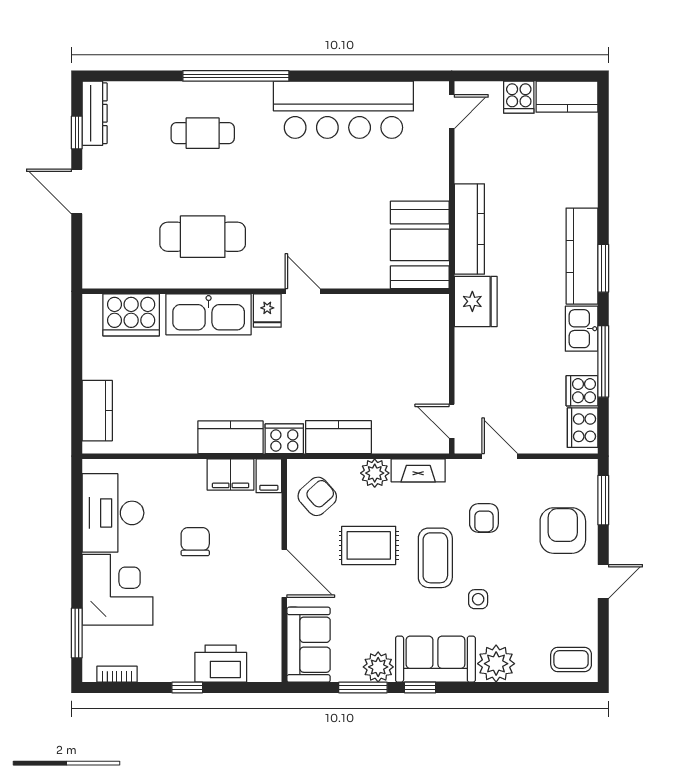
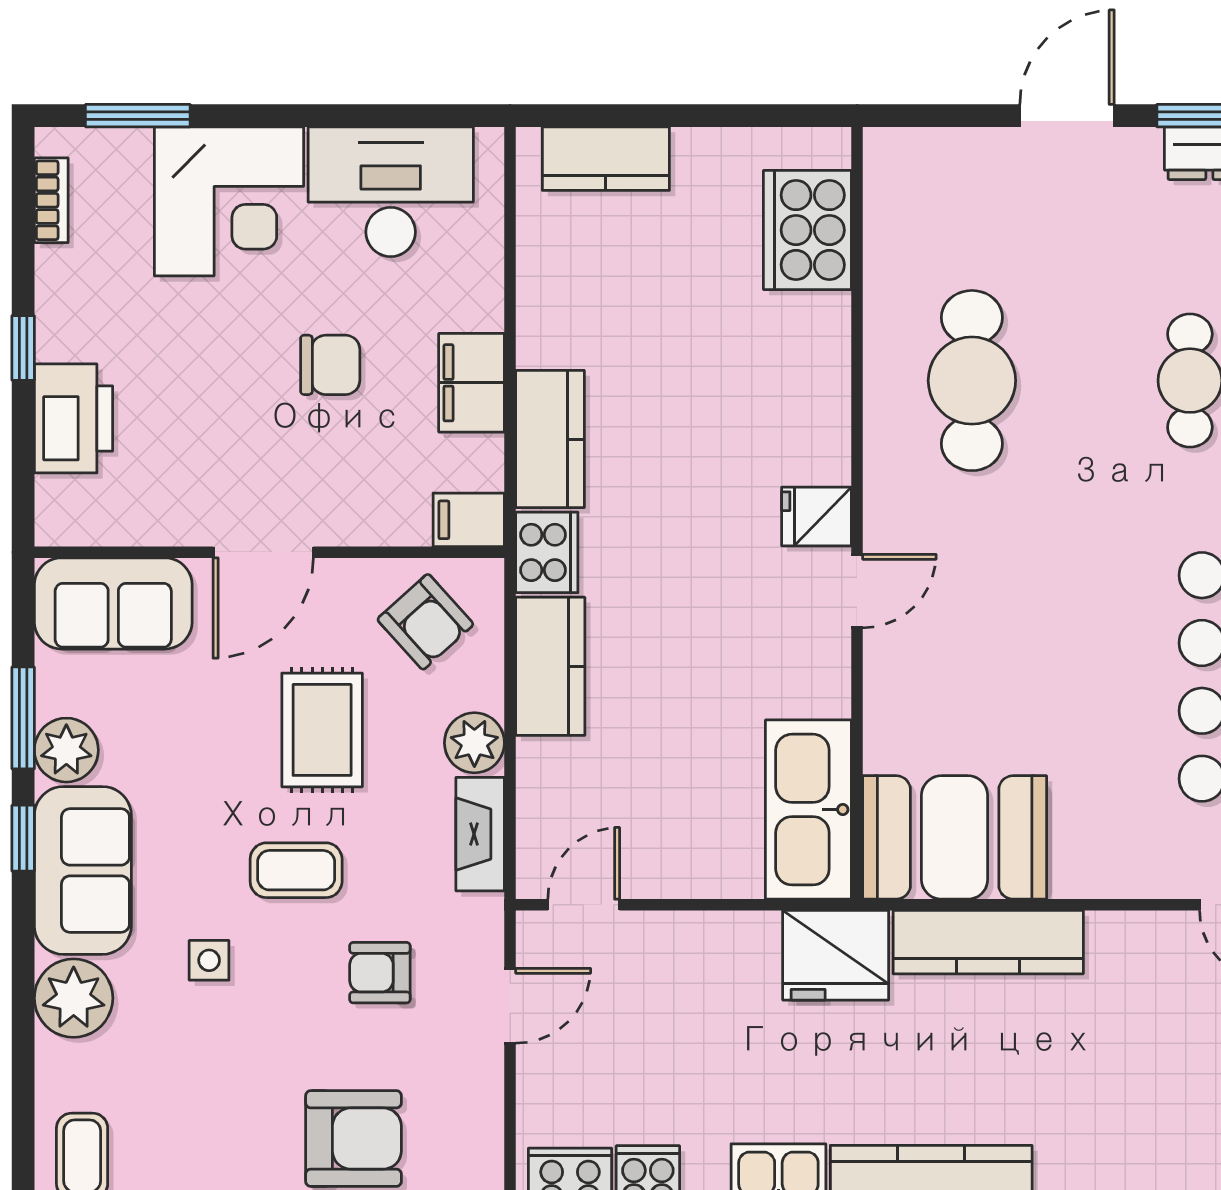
kitchen sink: (209, 314) -> (808, 810), moved
filing cabinet: (231, 474) -> (472, 383), moved
coffee table: (435, 558) -> (296, 870), width x0.73, depth x0.77

